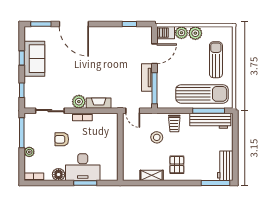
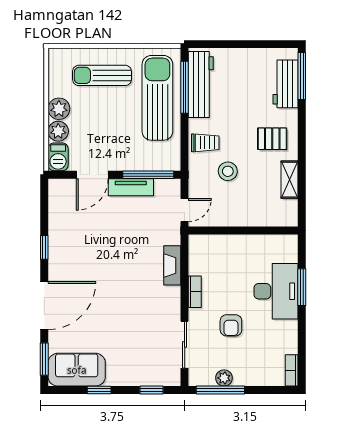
window: (129, 24) -> (44, 247), moved
door: (155, 54) -> (92, 175), swing flipped
sofa: (34, 59) -> (77, 370), moved
plant: (79, 102) -> (170, 298), removed
plant: (29, 152) -> (224, 378), moved
workbench: (225, 166) -> (285, 84), moved, turned 90
floor lamp: (59, 175) -> (288, 331), removed

